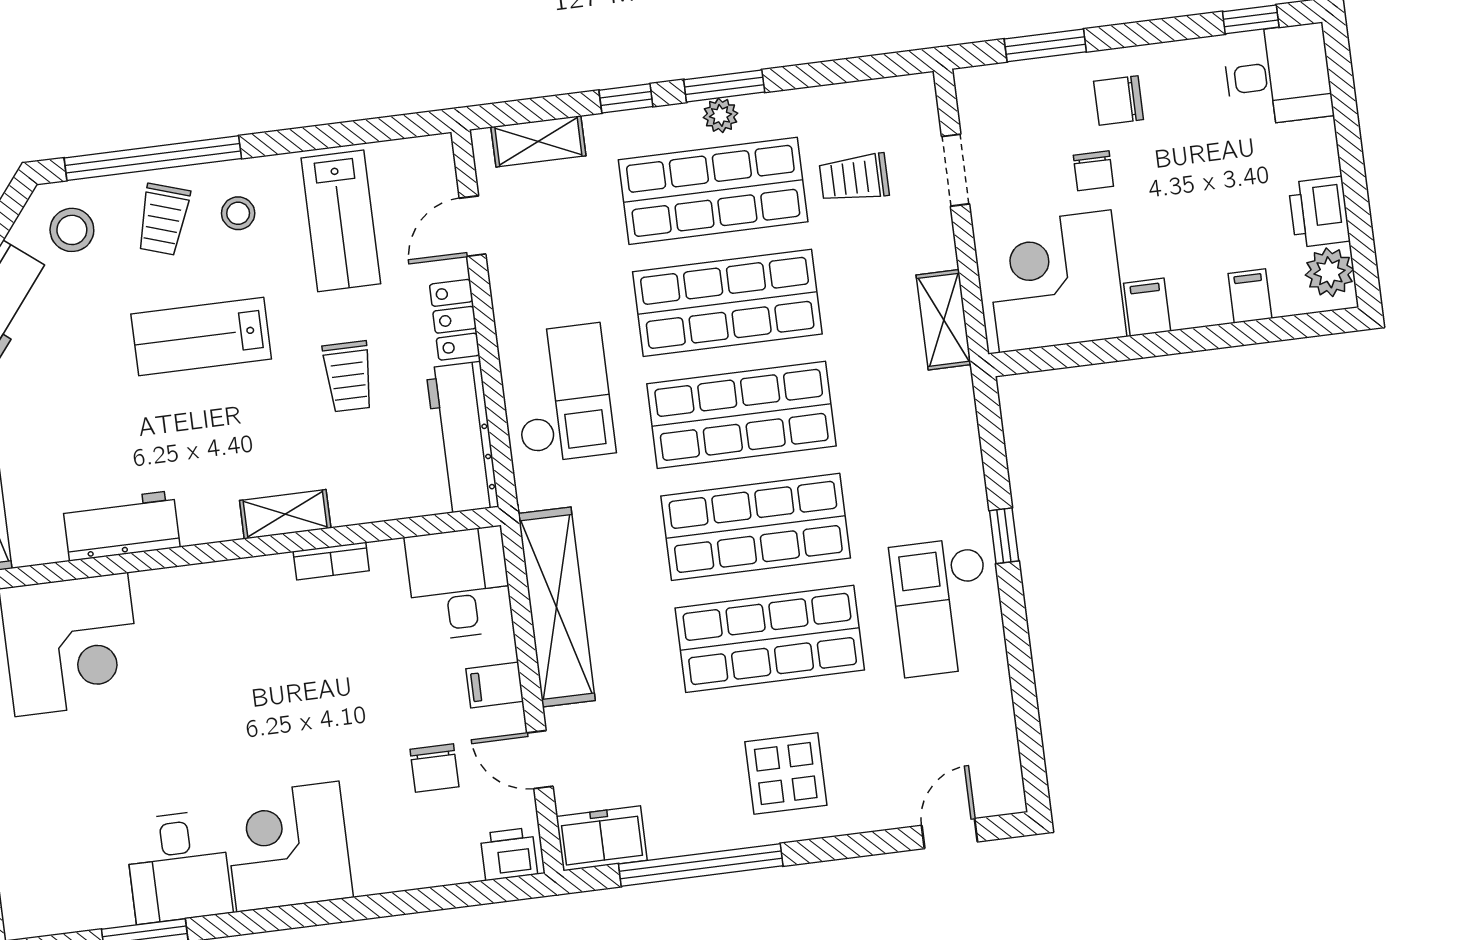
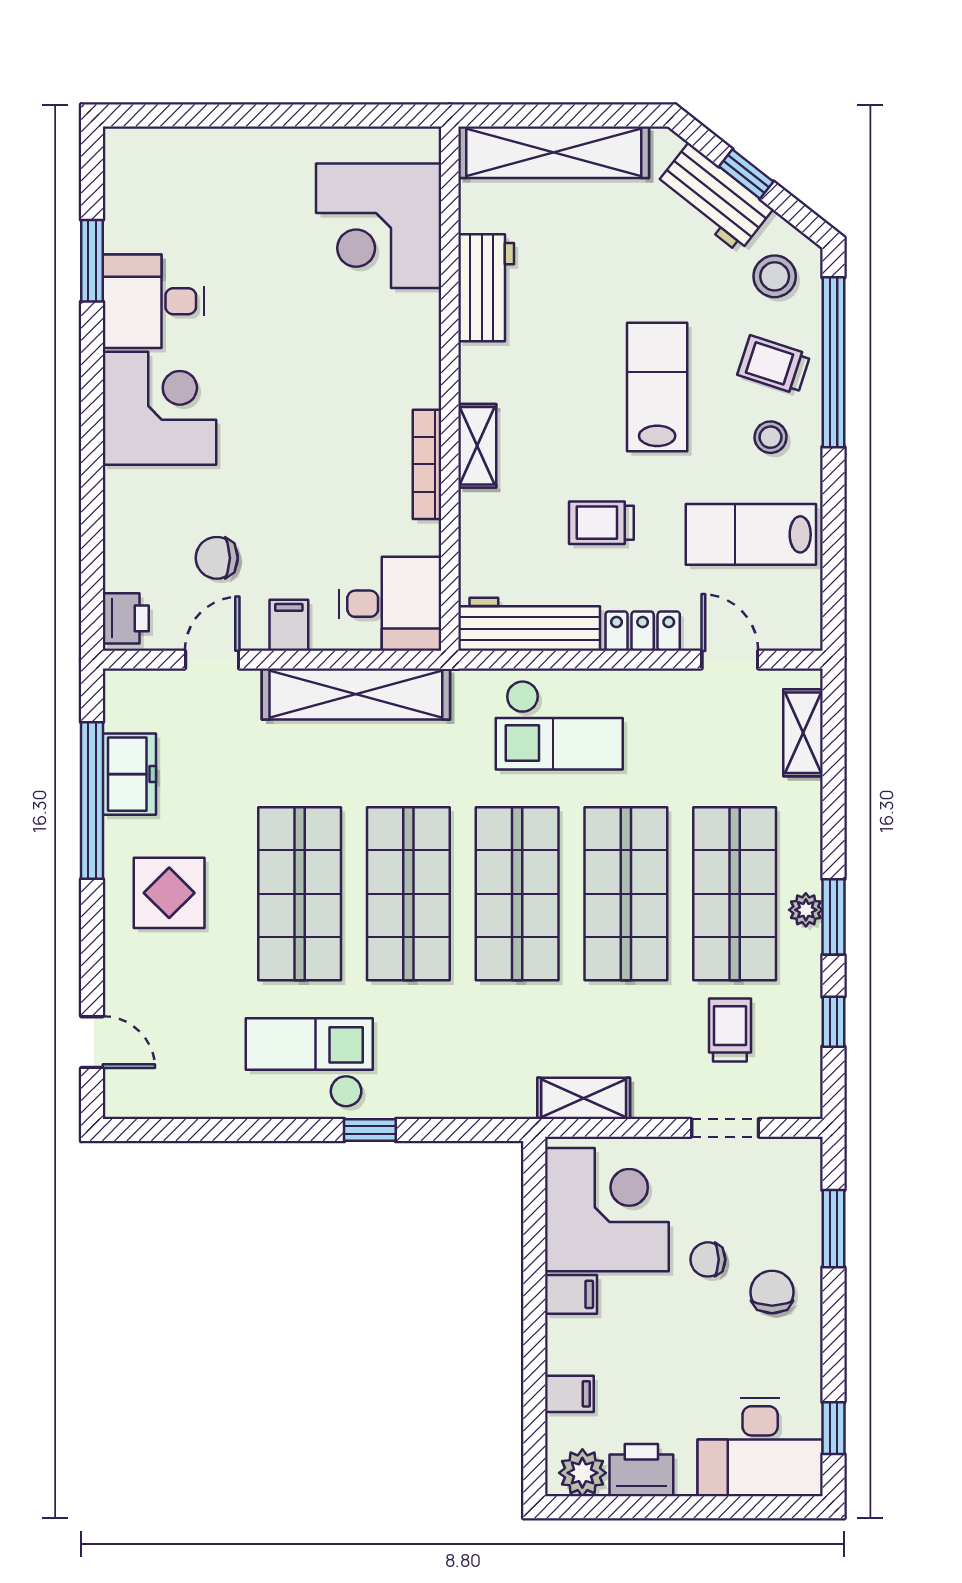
desk: (1278, 75) -> (760, 1447), width x1.37
window: (626, 98) -> (833, 1022), moved
bookcase: (331, 561) -> (427, 464), width x1.56
freezer: (602, 838) -> (129, 774), moved

